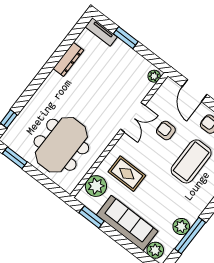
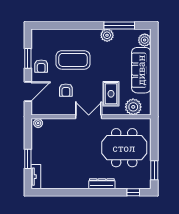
dresser: (68, 59) -> (102, 184), moved
double door: (133, 117) -> (89, 117), moved
window: (92, 217) -> (154, 95), removed
plant: (181, 226) -> (107, 35), moved

